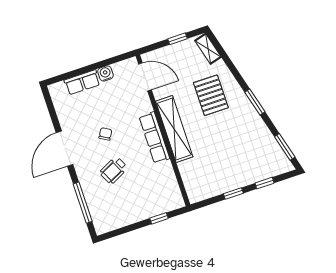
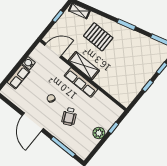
shelving: (174, 129) -> (84, 66), width x0.68
plant: (137, 213) -> (99, 133), added

